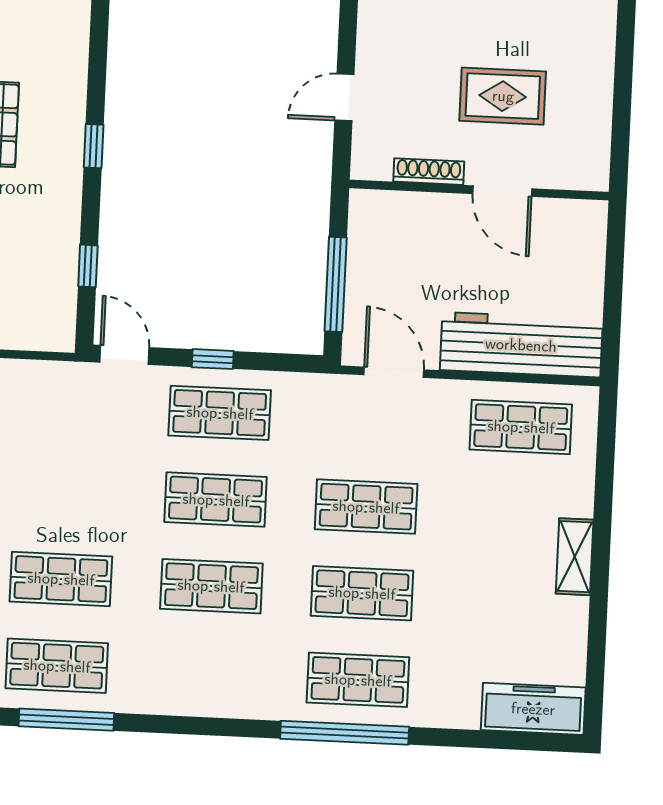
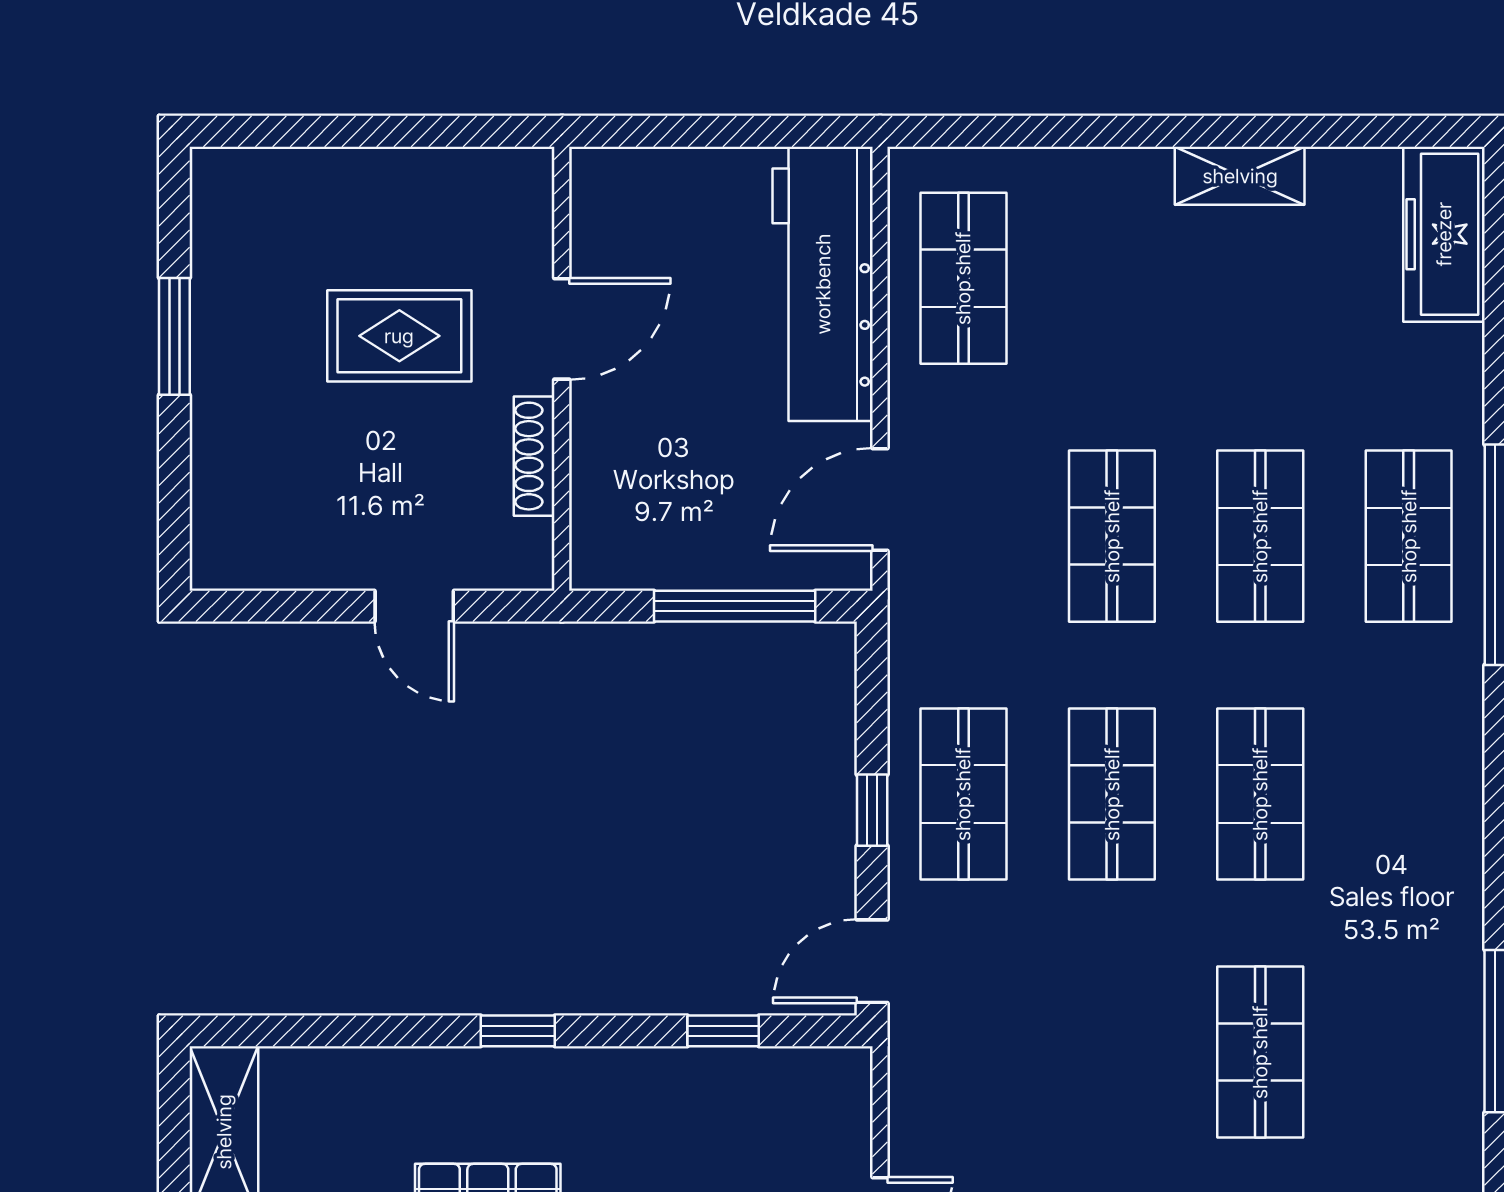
rug: (503, 96) -> (399, 336), turned 90
shelving: (575, 557) -> (1240, 176), moved
shop shelf: (57, 666) -> (1409, 1052), removed

